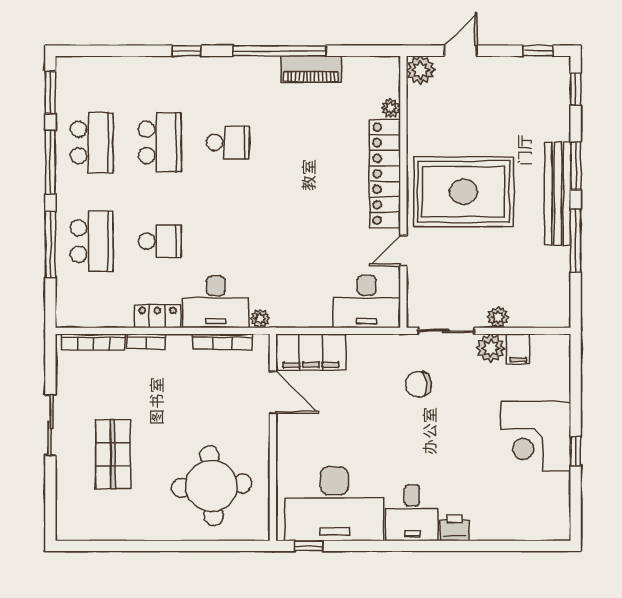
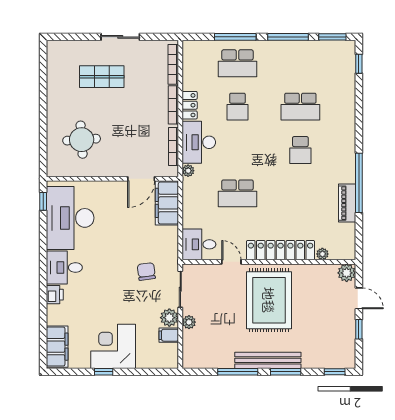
window: (187, 51) -> (359, 64), moved
window: (538, 51) -> (359, 329), moved
school desk: (92, 143) -> (237, 193), moved
desk: (367, 302) -> (199, 244), width x0.73
bookcase: (146, 342) -> (173, 105), width x1.56
round table: (212, 486) -> (82, 140), width x0.73, depth x0.73
filing cabinet: (536, 524) -> (57, 347), added

